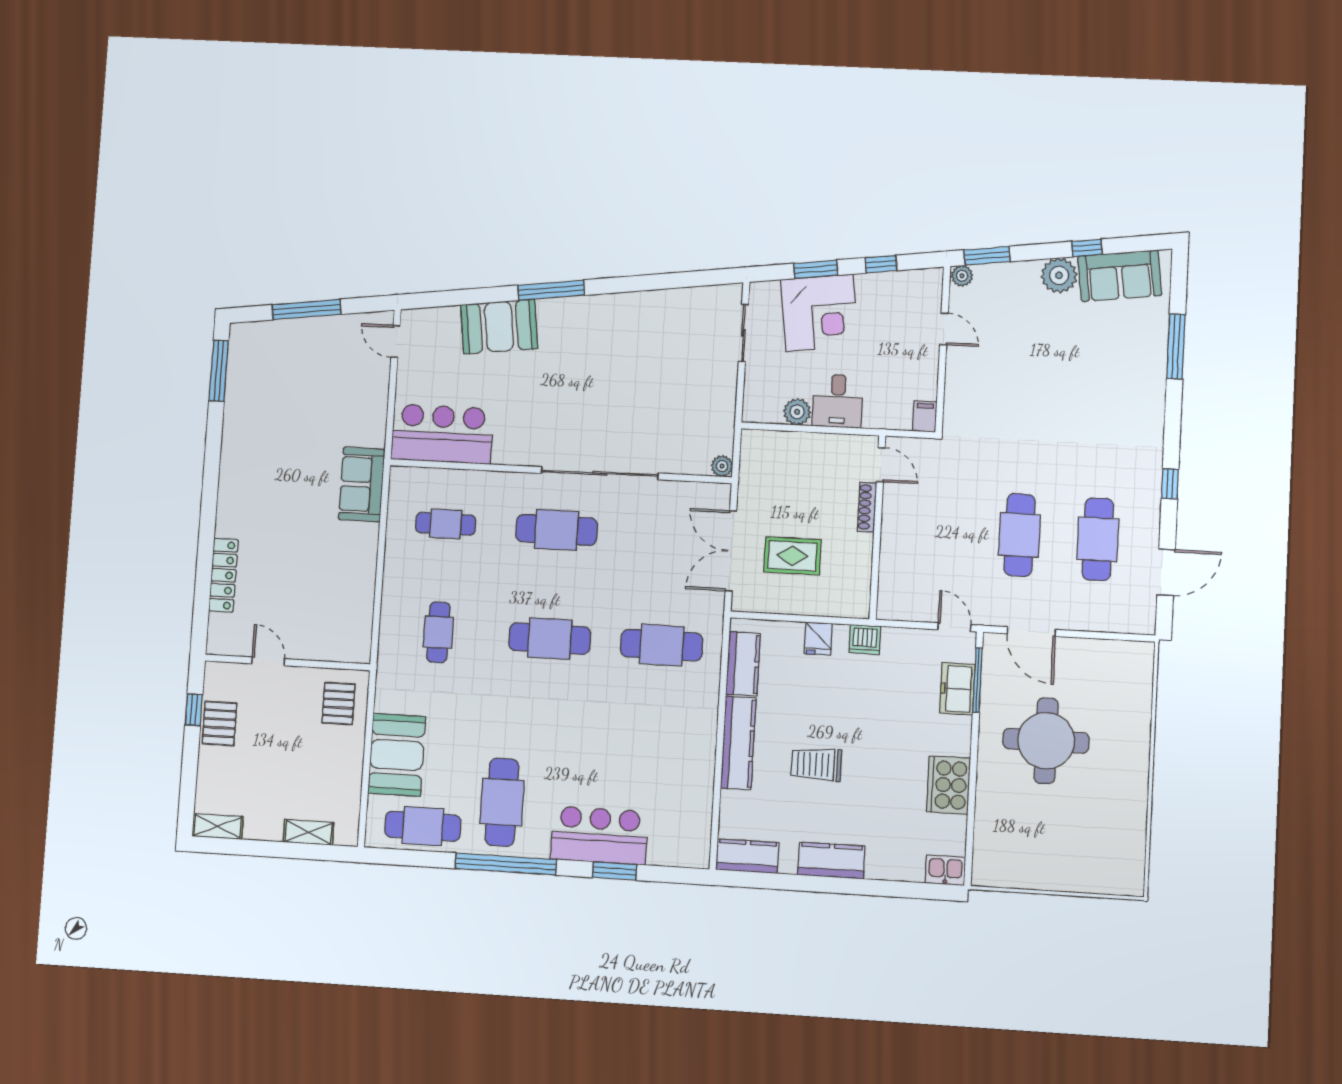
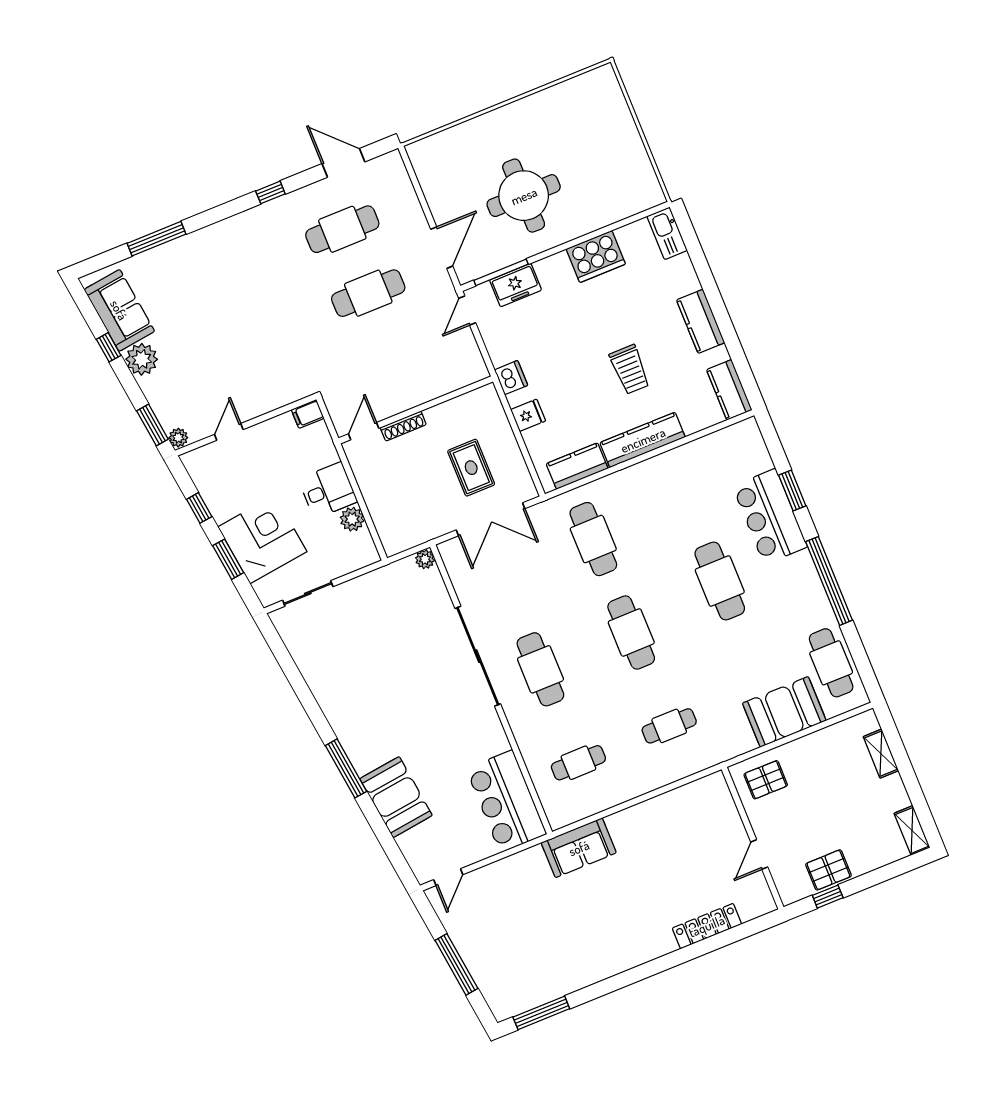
cafe table: (446, 524) -> (578, 763), turned 90
cafe table: (502, 802) -> (720, 581), moved, turned 90
kitchen sink: (945, 870) -> (667, 233), width x1.38

